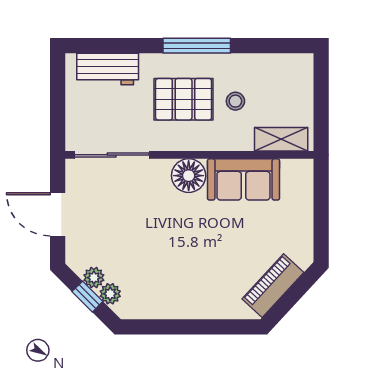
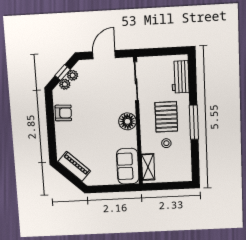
sofa: (243, 179) -> (128, 166), moved
armchair: (166, 300) -> (63, 113), added

